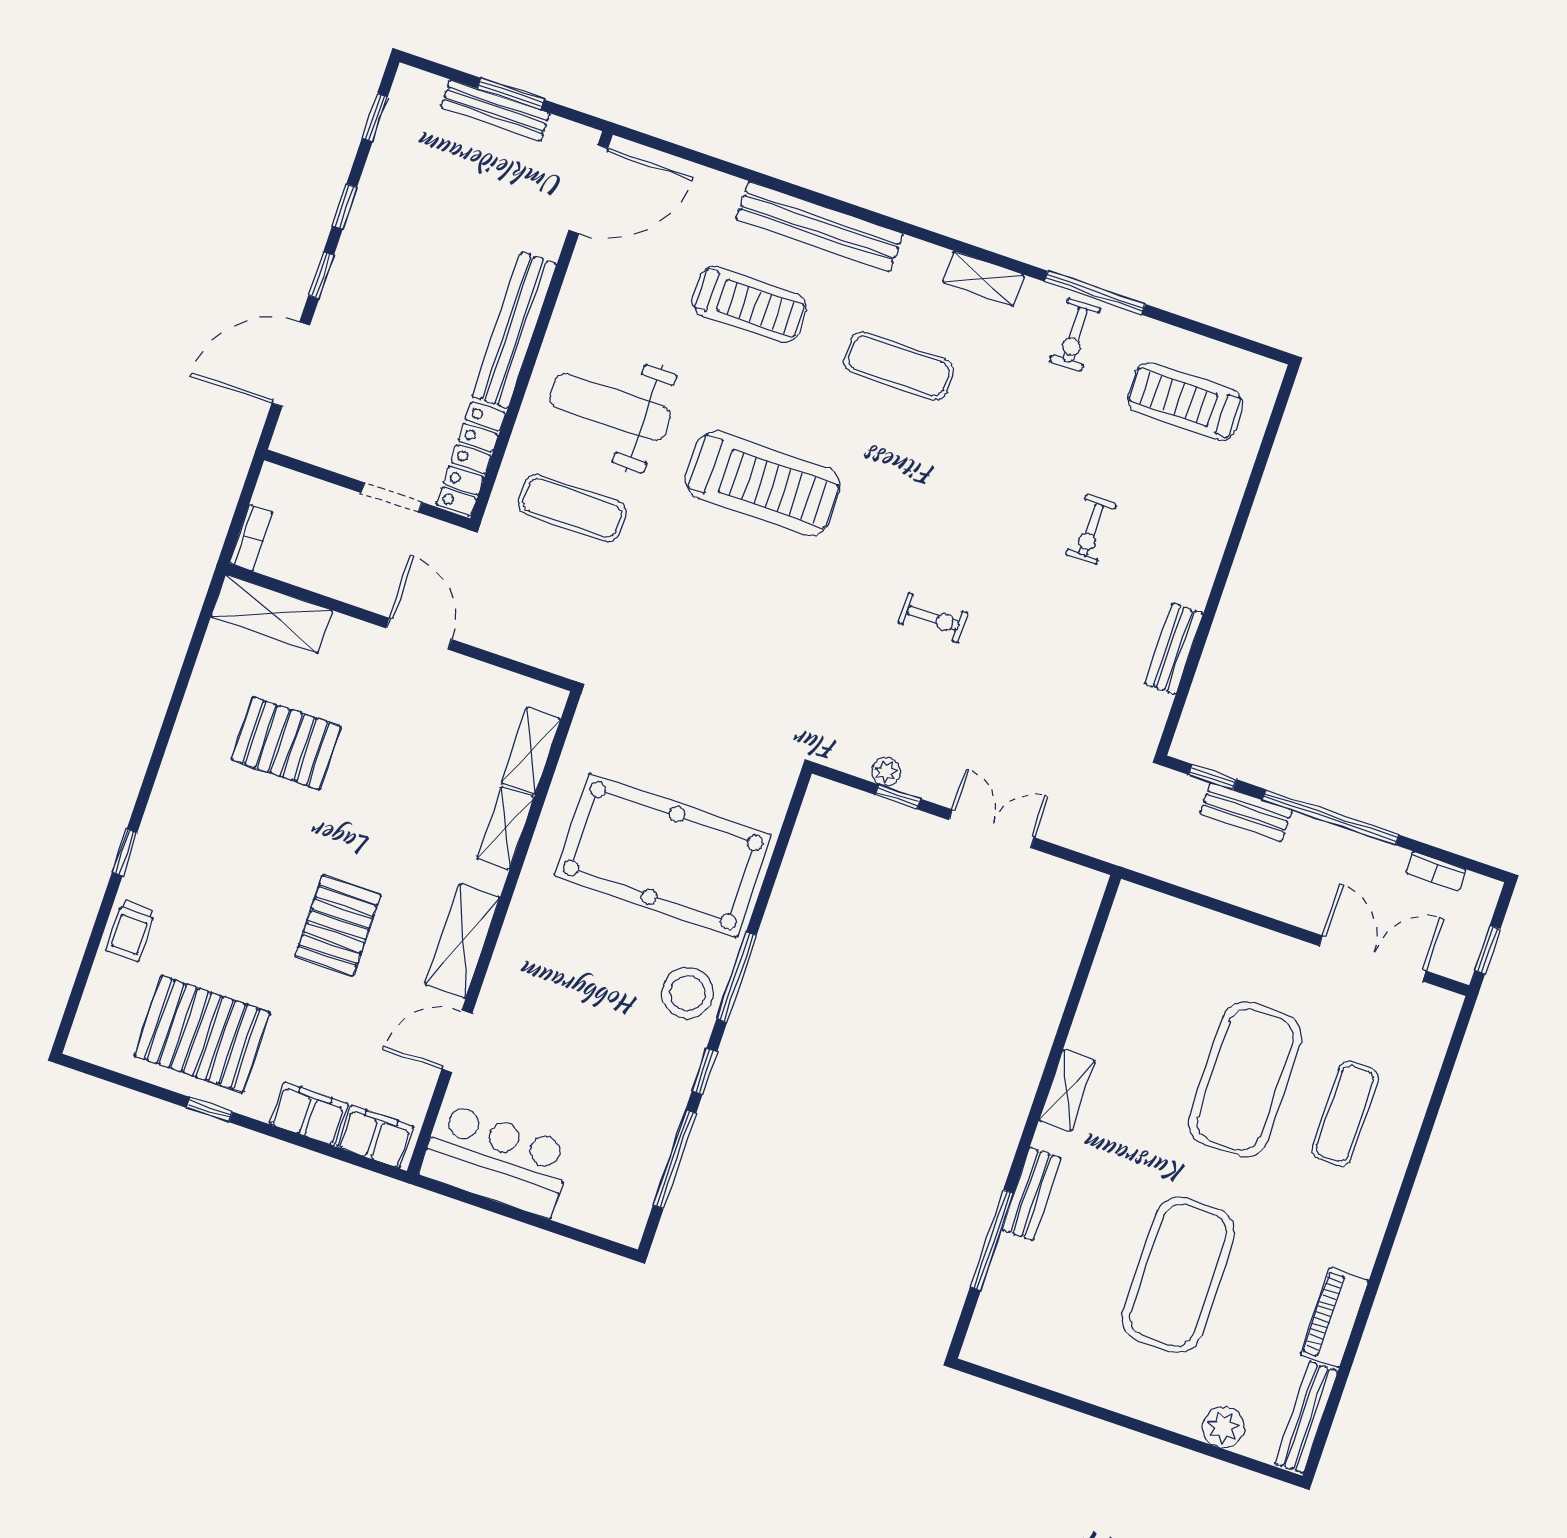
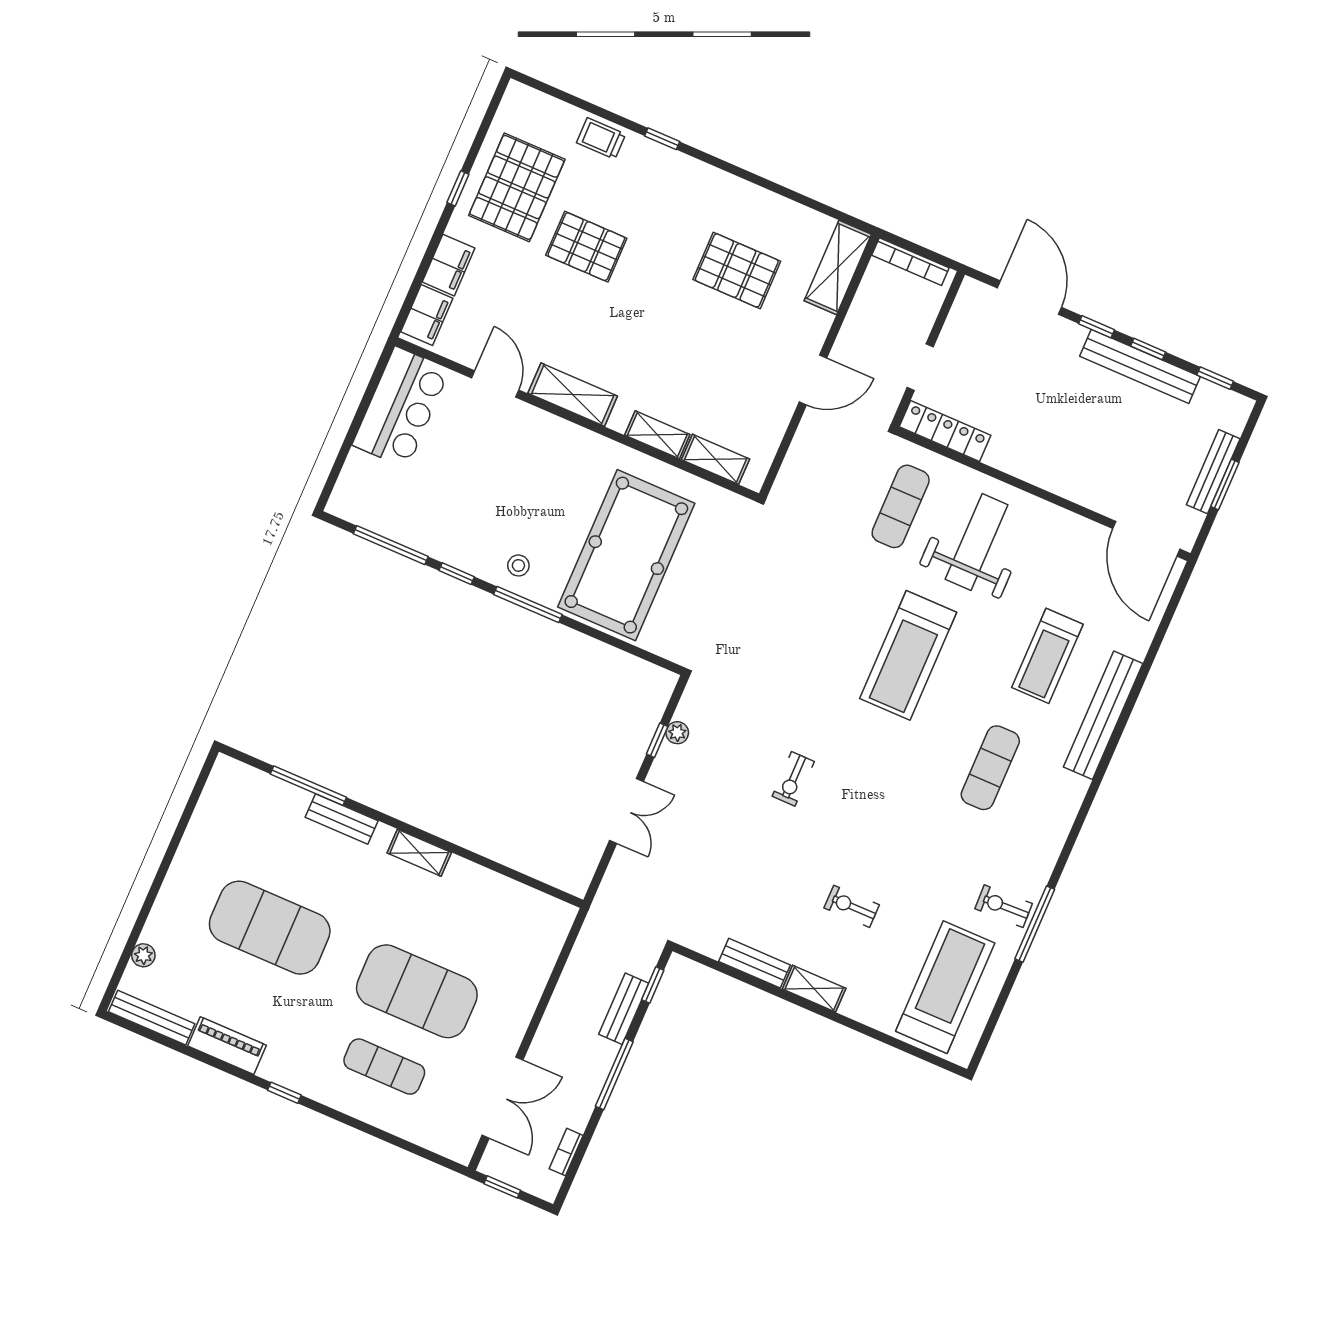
shelving: (983, 279) -> (814, 989), moved, turned 90
bench: (514, 330) -> (1140, 366), moved
treadmill: (1185, 401) -> (945, 987), width x1.37, depth x1.38
bookcase: (251, 538) -> (910, 262), width x1.56
pallet: (286, 743) -> (737, 270), turned 90
window: (1331, 817) -> (614, 1074), width x0.68
pallet: (338, 926) -> (586, 247), moved
stool: (688, 993) -> (518, 565), width x0.53, depth x0.53
window: (1389, 1239) -> (284, 1093), added
plant: (1223, 1427) -> (143, 955), width x0.73, depth x0.73

